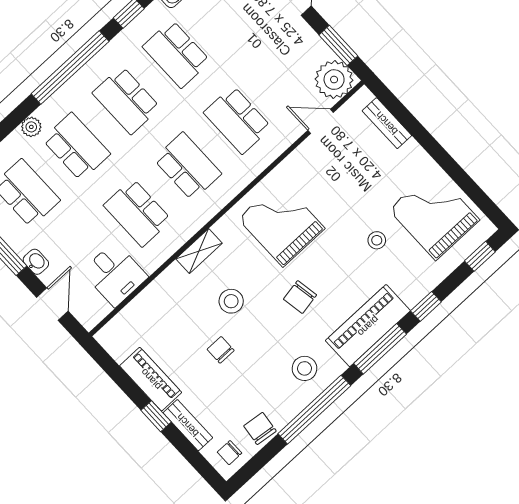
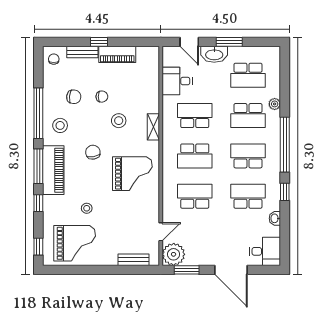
washbasin: (36, 262) -> (214, 54), width x1.91, depth x1.45
chair: (260, 428) -> (74, 97), moved

